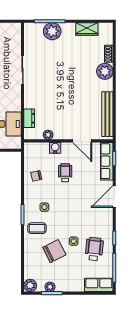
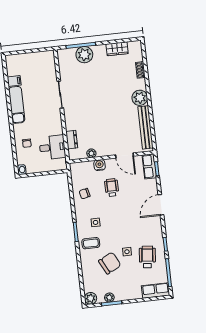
plant: (105, 71) -> (140, 98), moved
row of seats: (107, 161) -> (149, 166), width x0.68

